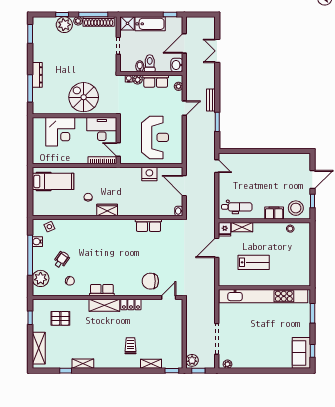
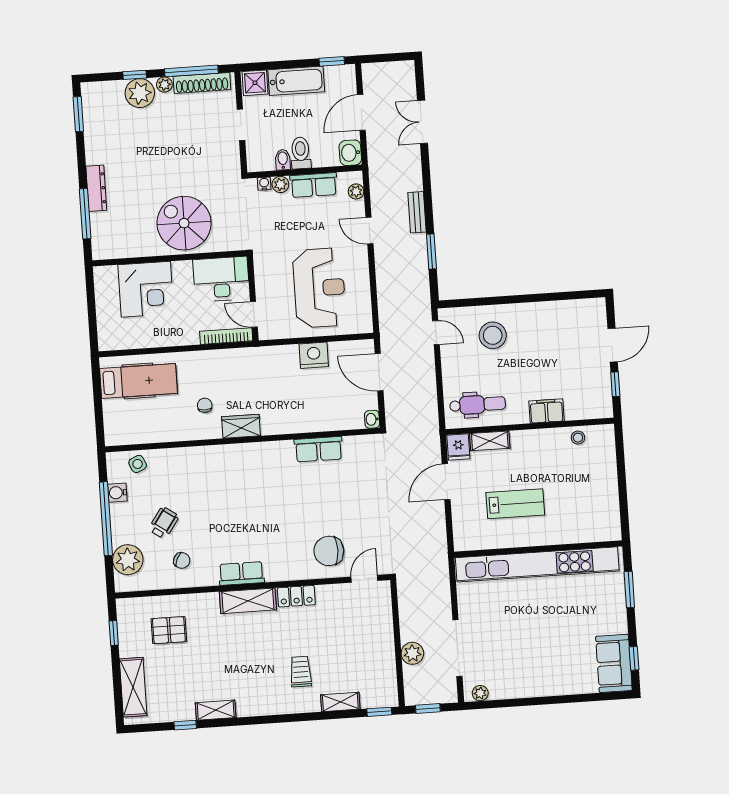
door: (184, 108) -> (369, 231), swing flipped
stool: (296, 208) -> (493, 335), moved
plant: (192, 360) -> (412, 653), moved

